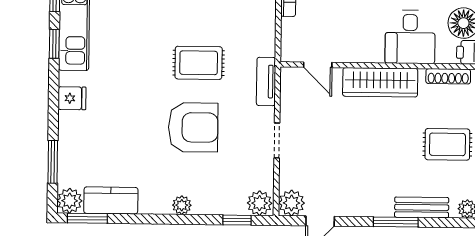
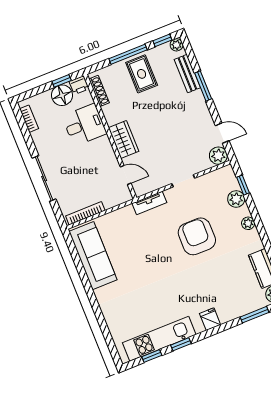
rug: (199, 63) -> (155, 250), removed
door: (318, 65) -> (126, 175), hinge flipped
wardrobe: (380, 82) -> (124, 139), width x0.67
plant: (260, 203) -> (236, 199), moved

